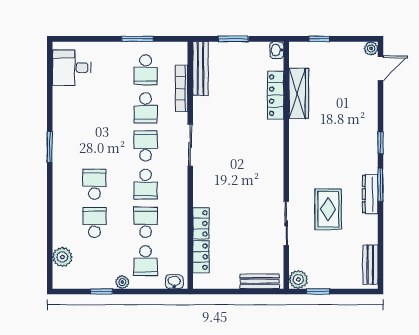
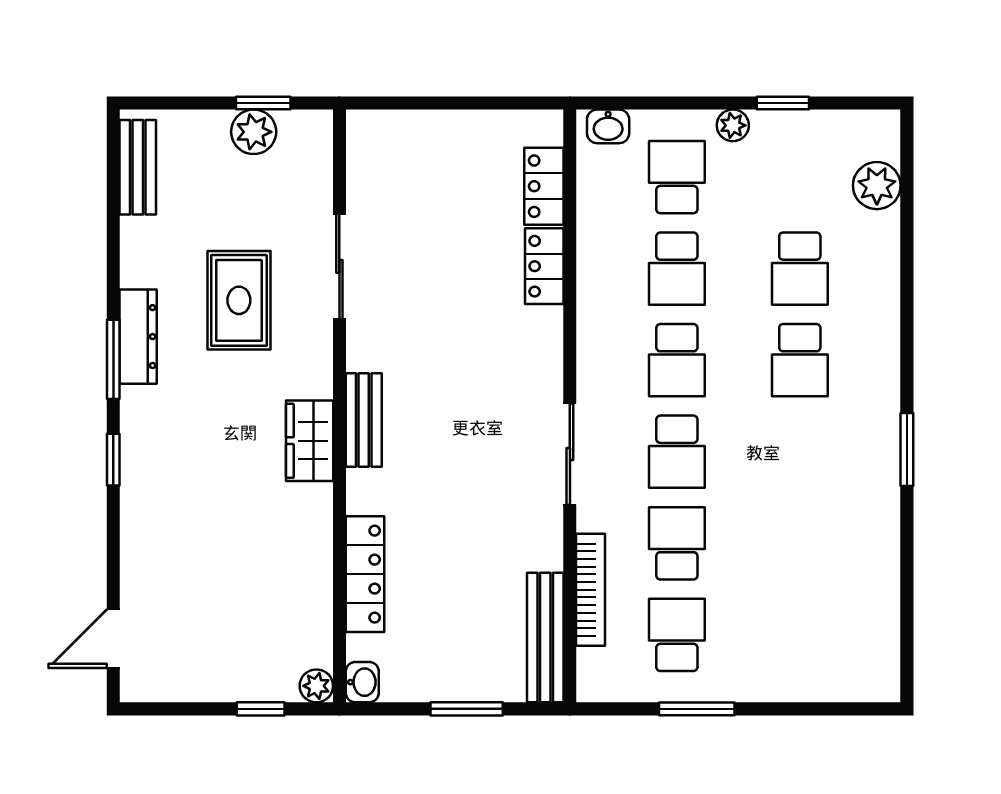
plant: (371, 48) -> (316, 686), moved
desk: (72, 68) -> (854, 640), removed
wardrobe: (299, 93) -> (310, 441), moved, width x0.67
school desk: (146, 184) -> (677, 360), turned 180
plant: (298, 279) -> (254, 132), moved
bench: (260, 281) -> (364, 420), moved, turned 90

